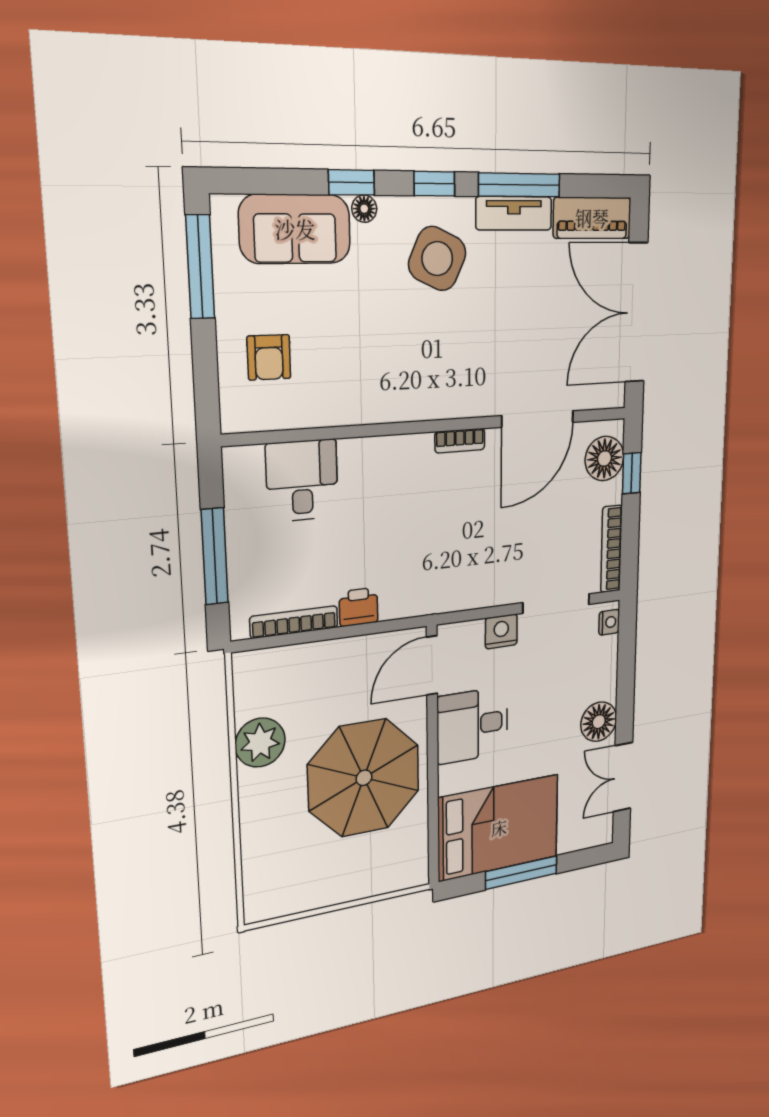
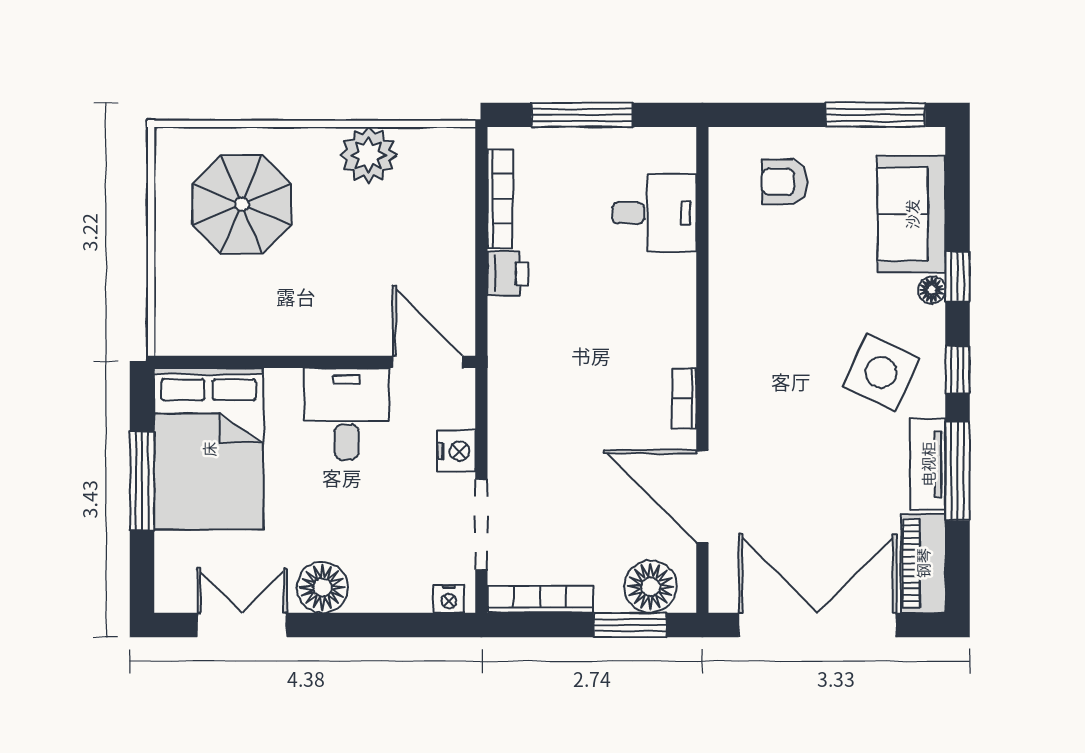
window: (632, 473) -> (630, 625), width x1.50
parasol: (364, 778) -> (242, 204), moved, width x0.73, depth x0.73

